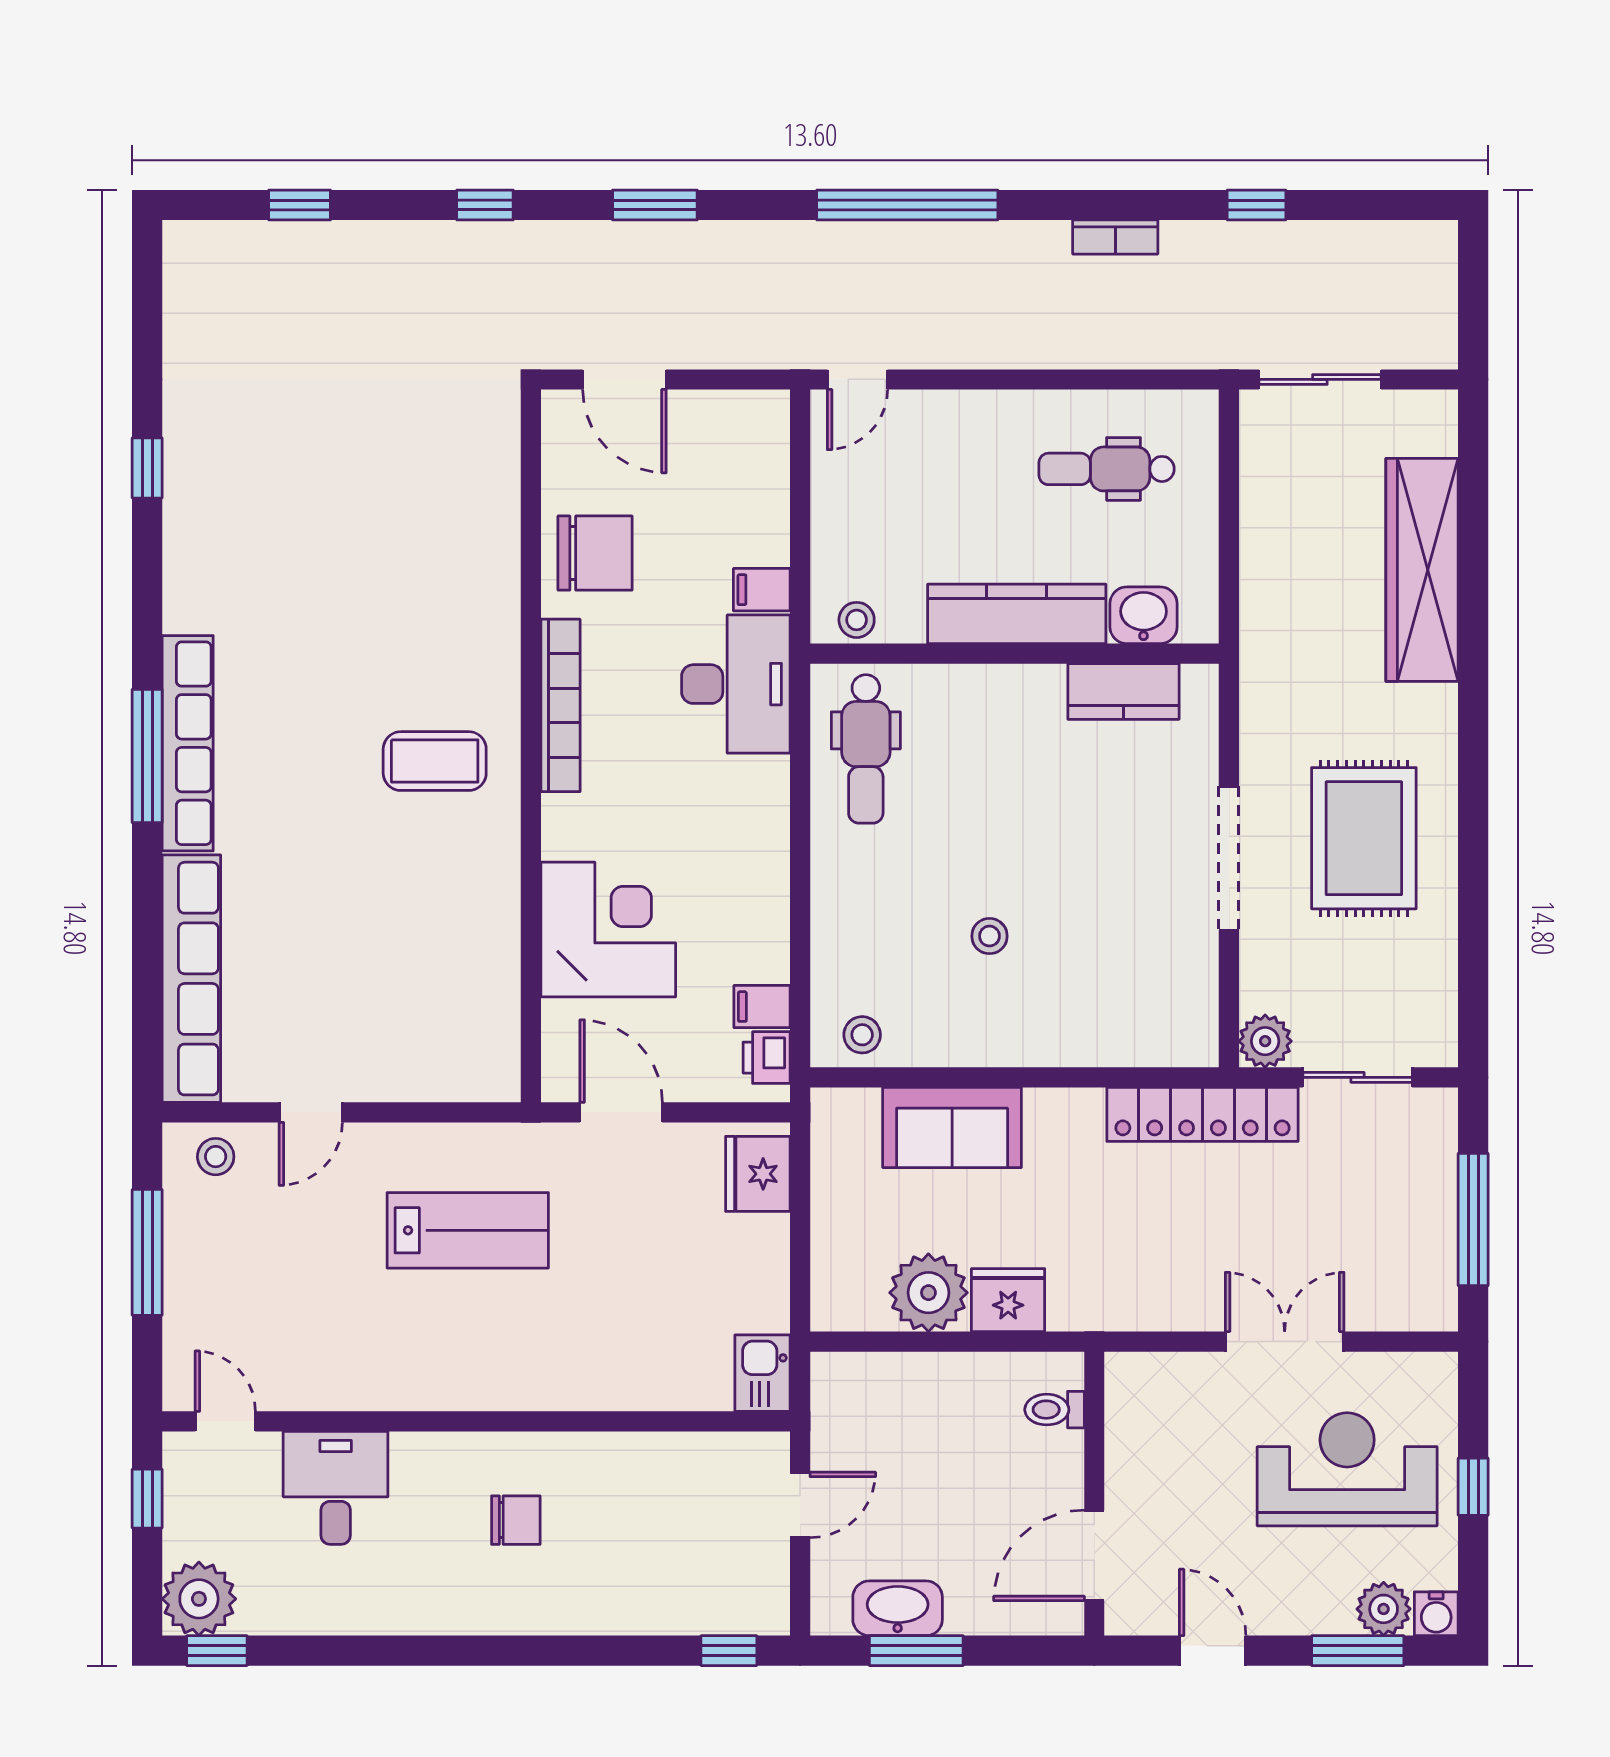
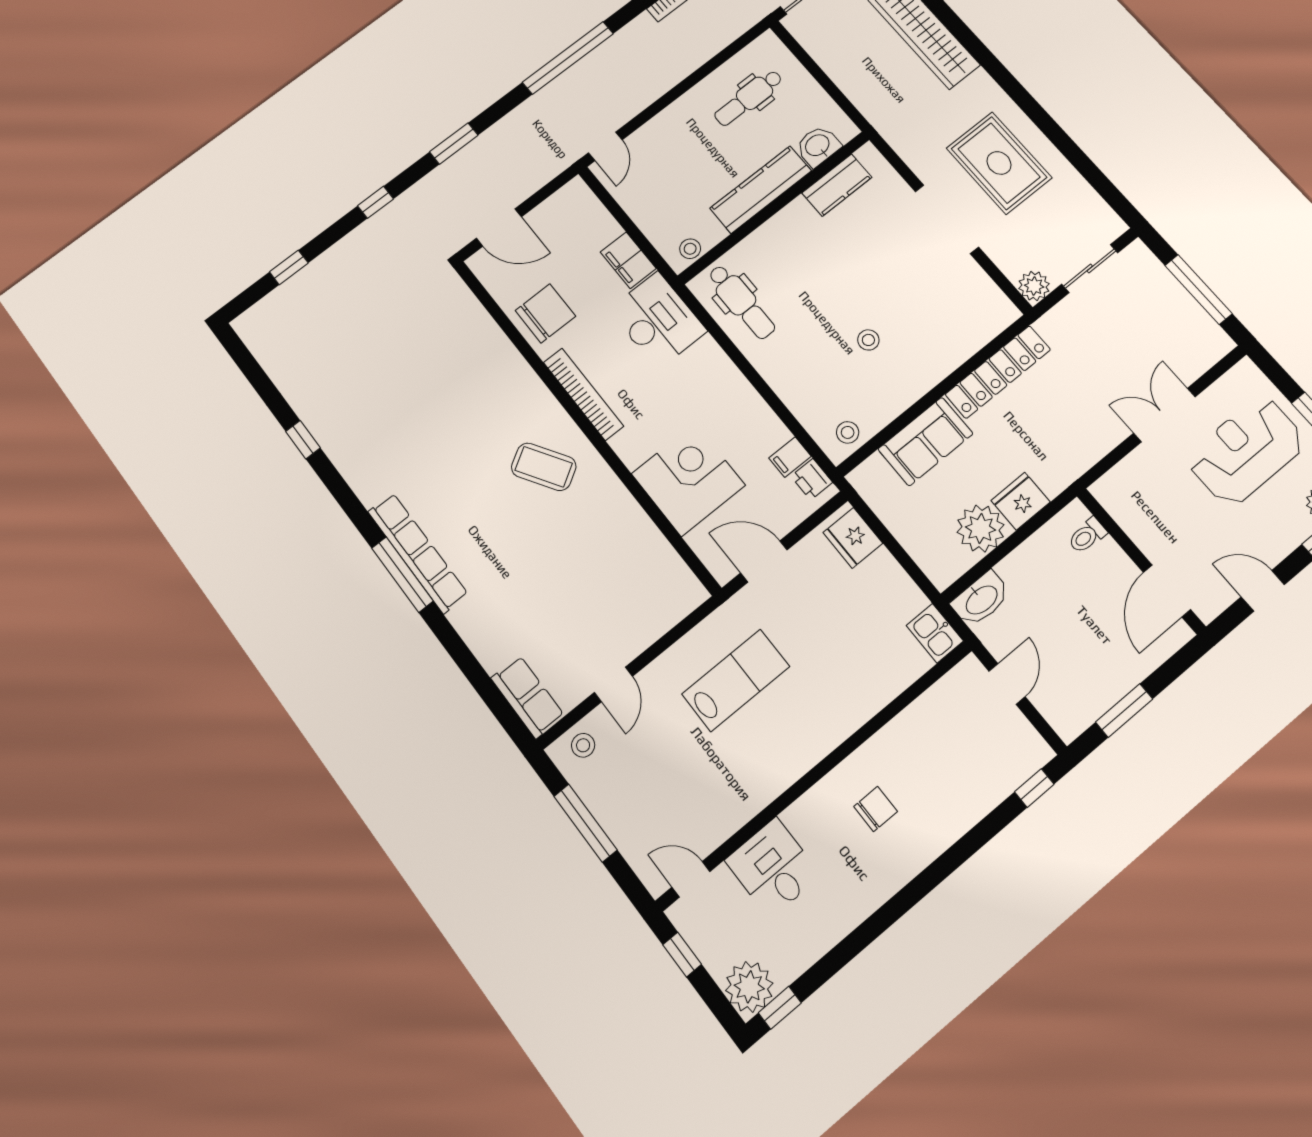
filing cabinet: (762, 590) -> (628, 260), width x2.00
coffee table: (435, 761) -> (544, 467), turned 58
row of seats: (191, 979) -> (528, 697), width x0.50
locker: (1202, 1114) -> (998, 372), moved
washbasin: (898, 1608) -> (981, 599), moved, turned 180

